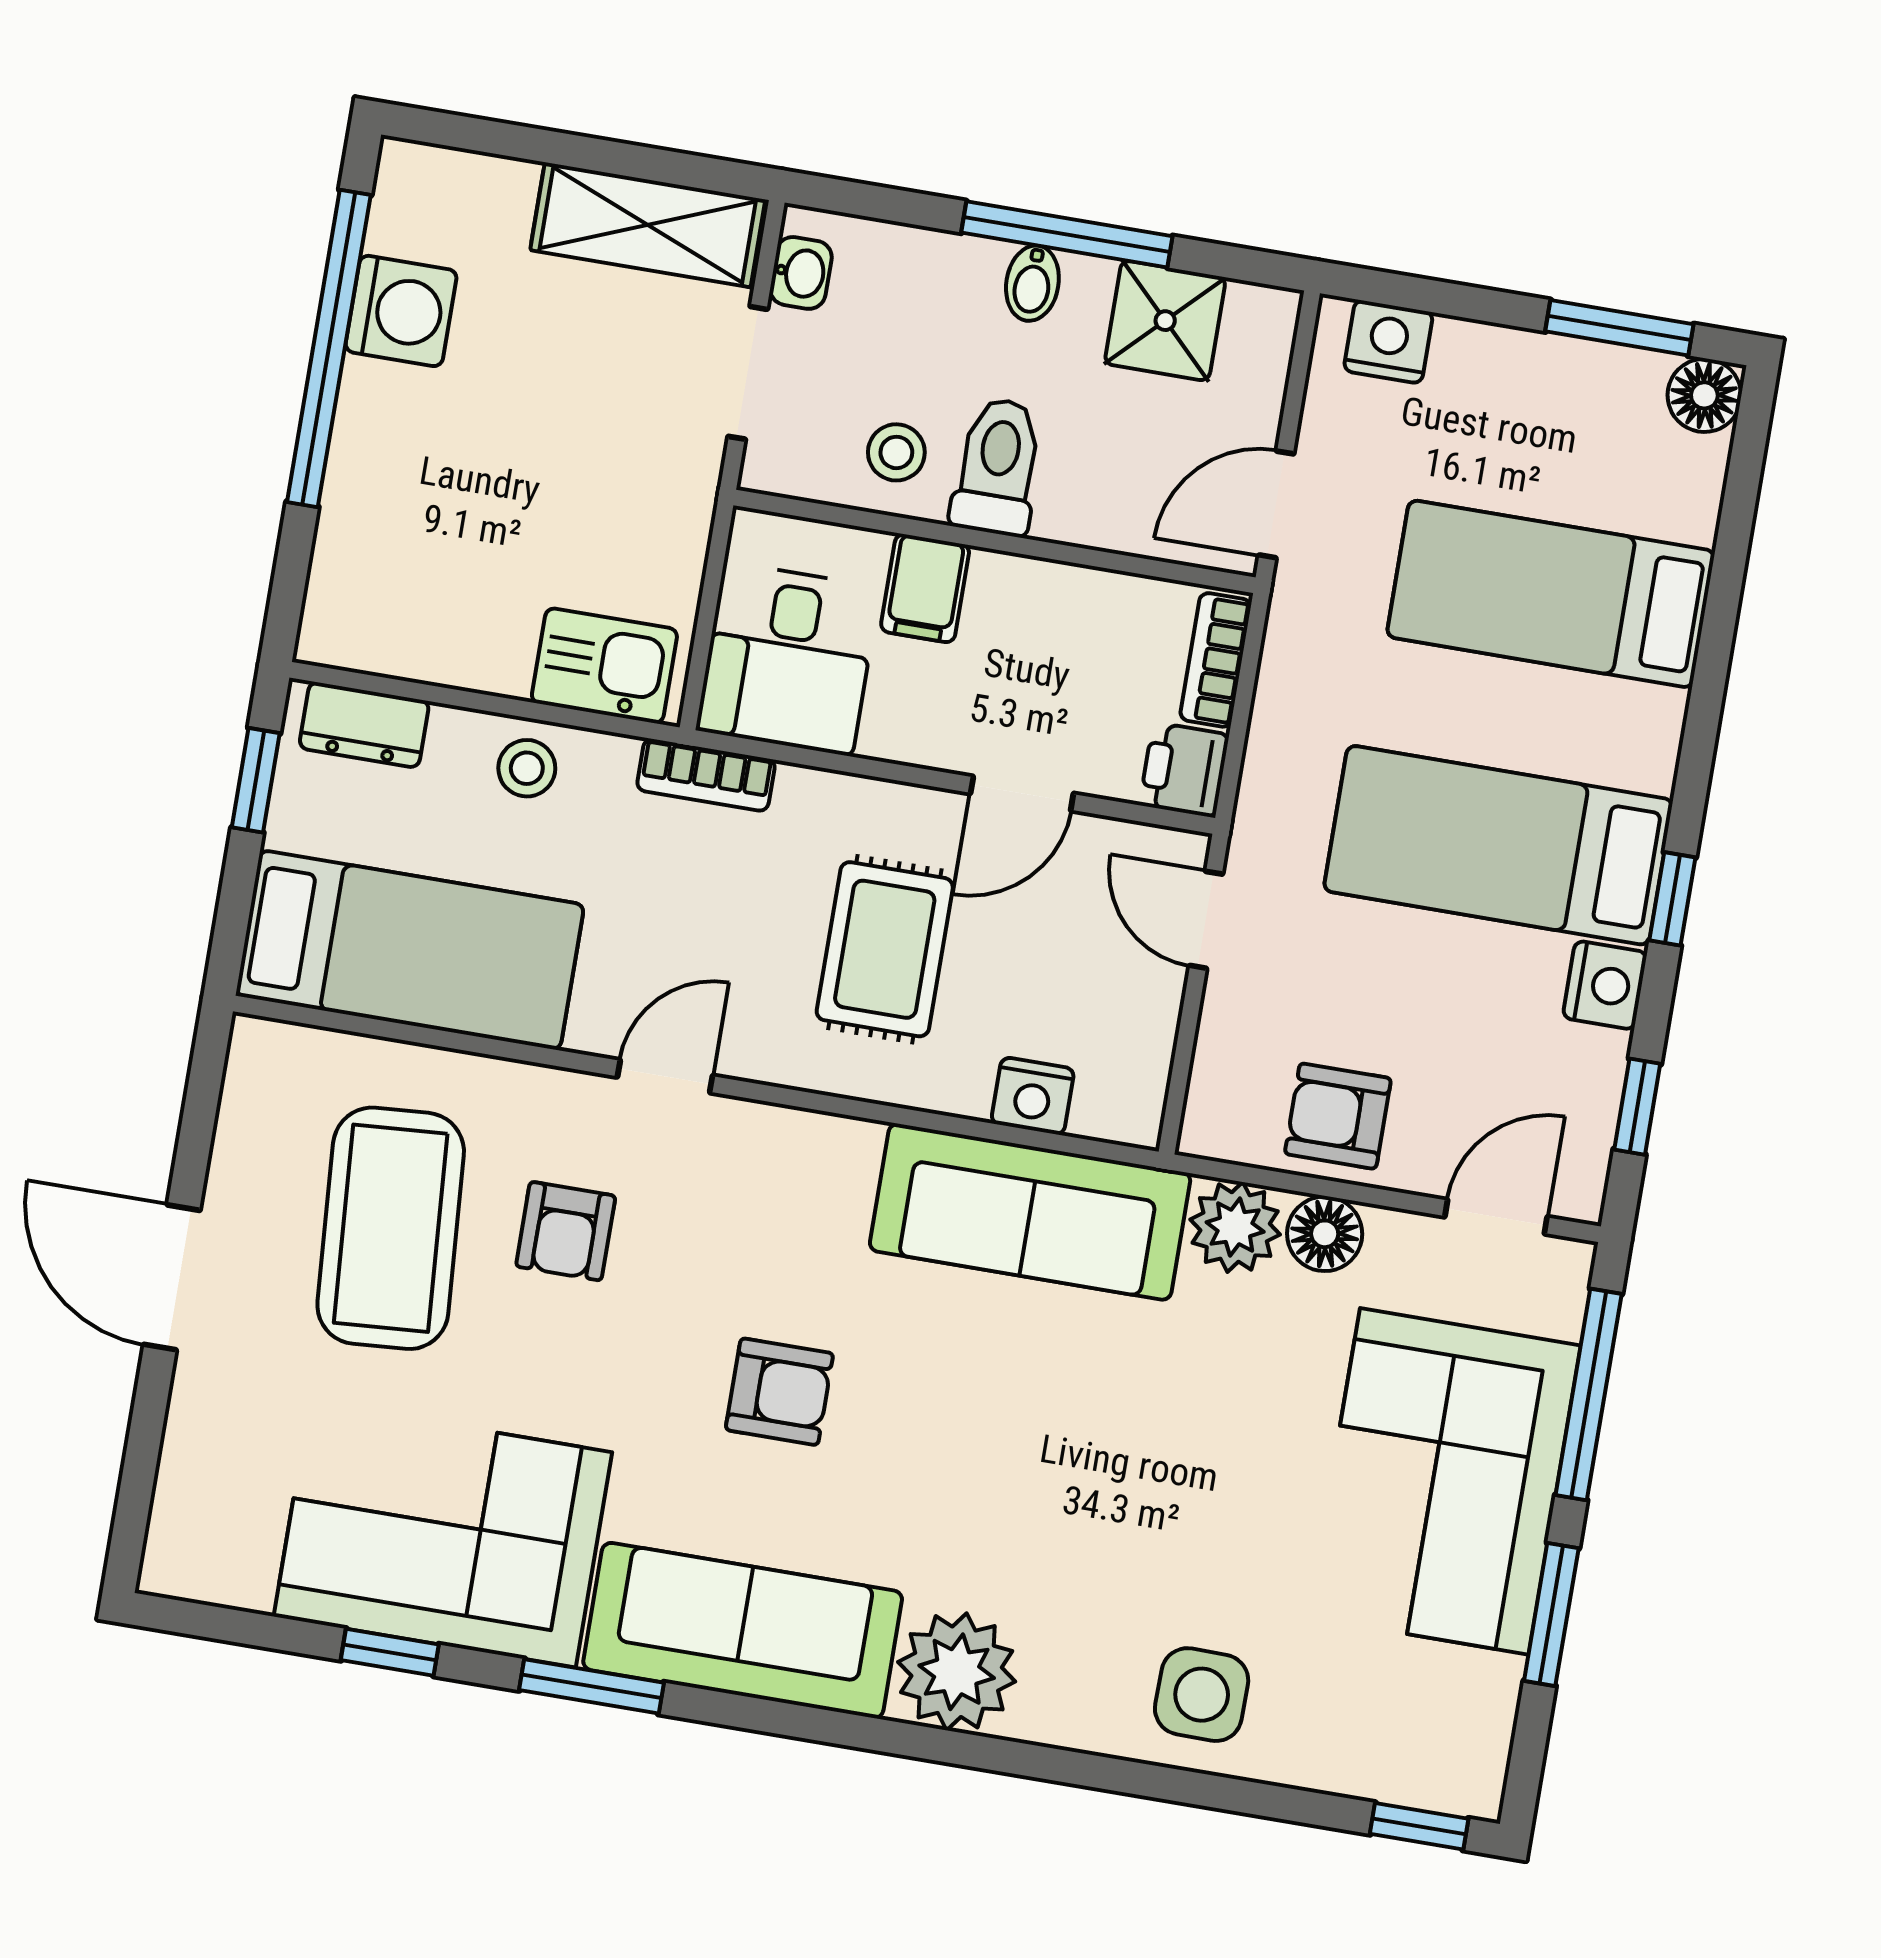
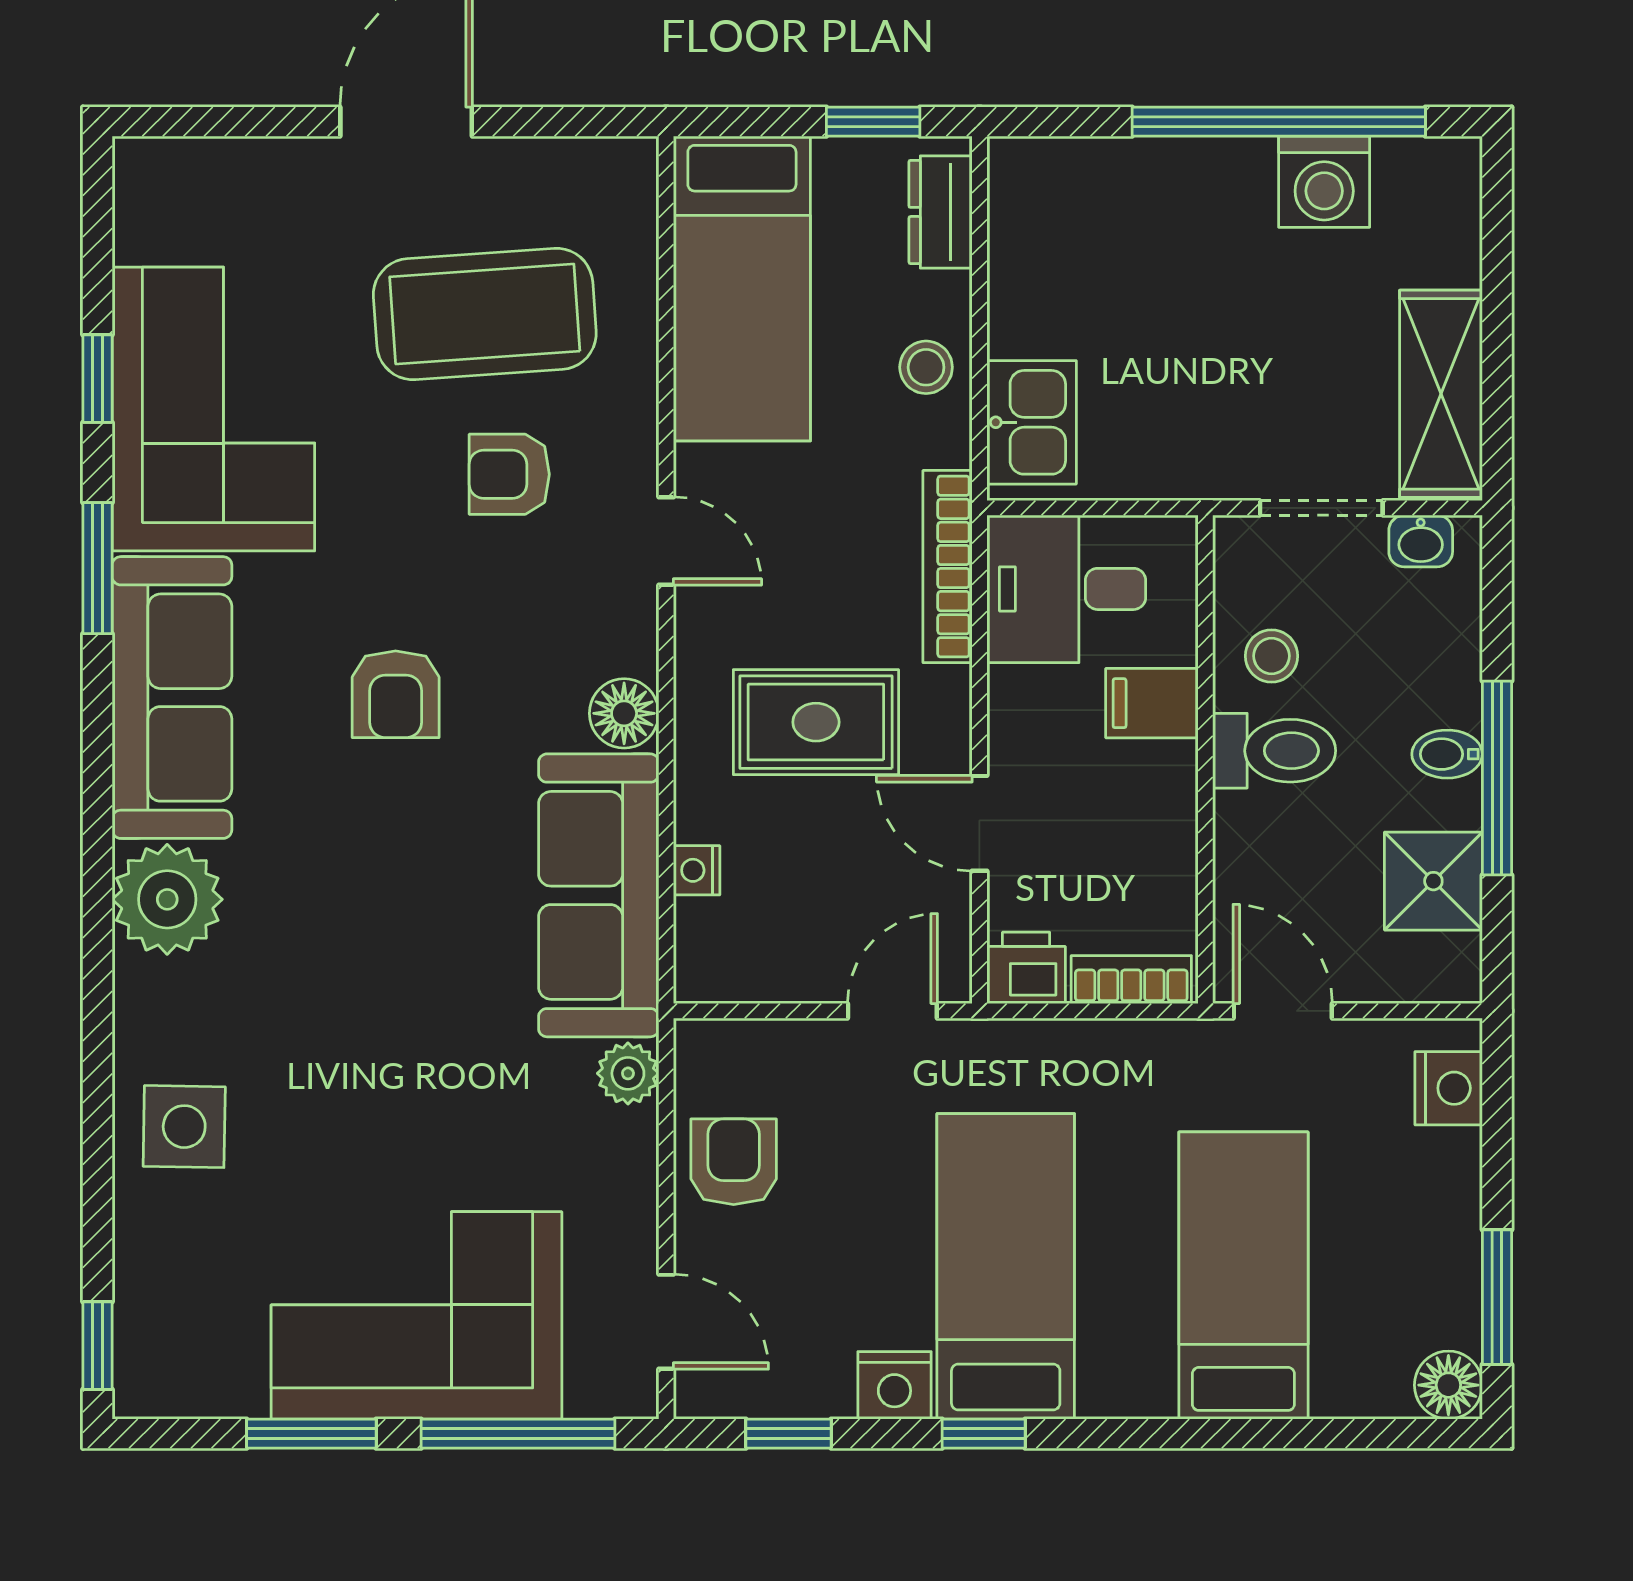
bookcase: (706, 775) -> (948, 567), width x1.56
nightstand: (1033, 1096) -> (697, 870), width x0.72, depth x0.74
plant: (1235, 1227) -> (628, 1073), width x0.73, depth x0.73
floor lamp: (1325, 1234) -> (624, 713), moved

